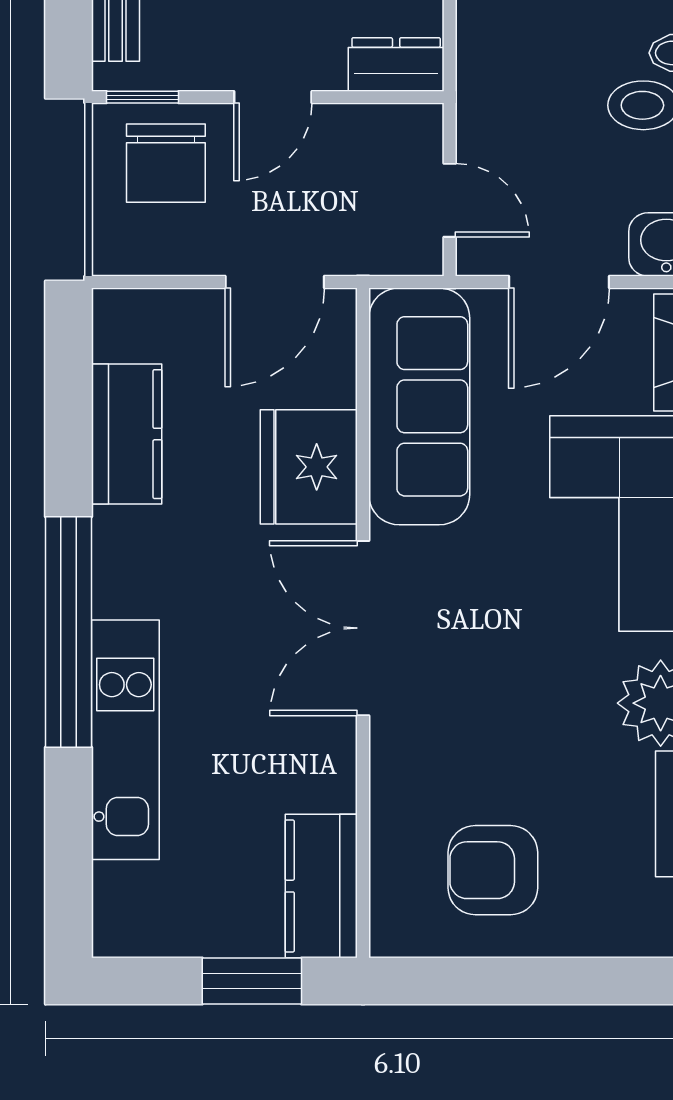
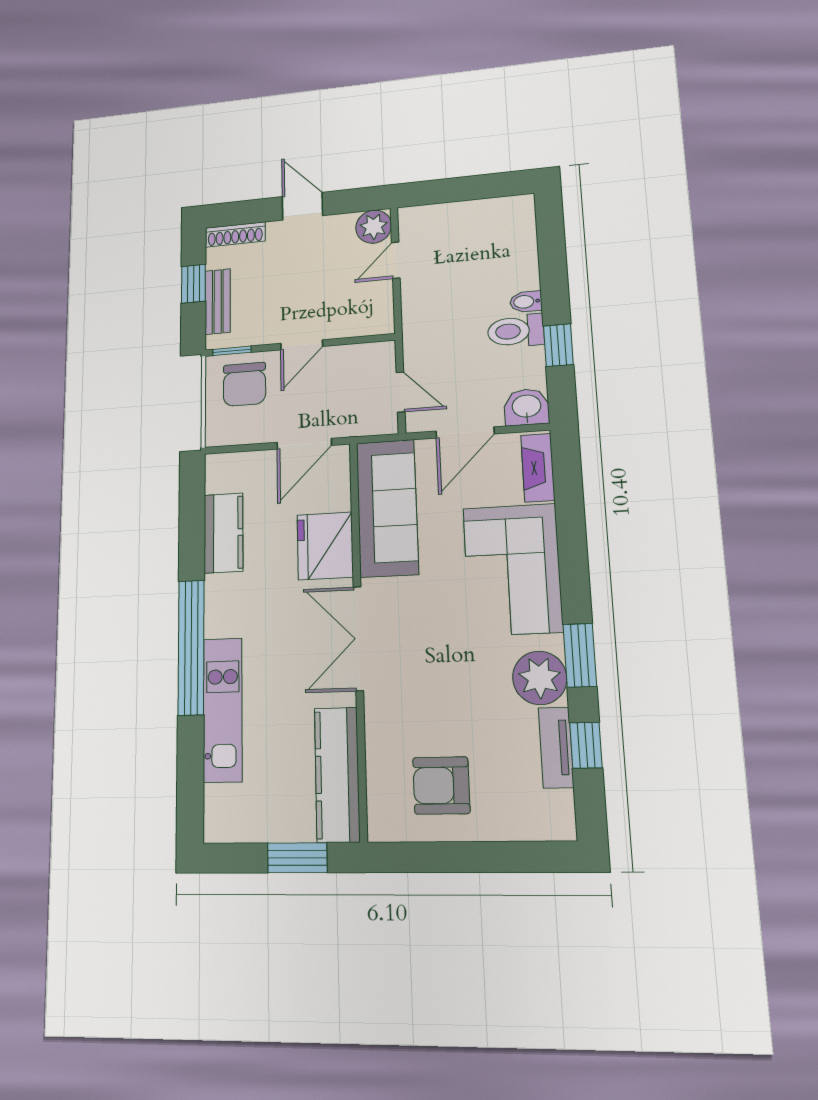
dresser: (396, 64) -> (368, 322), removed
kitchen counter: (321, 886) -> (337, 775), width x1.50

